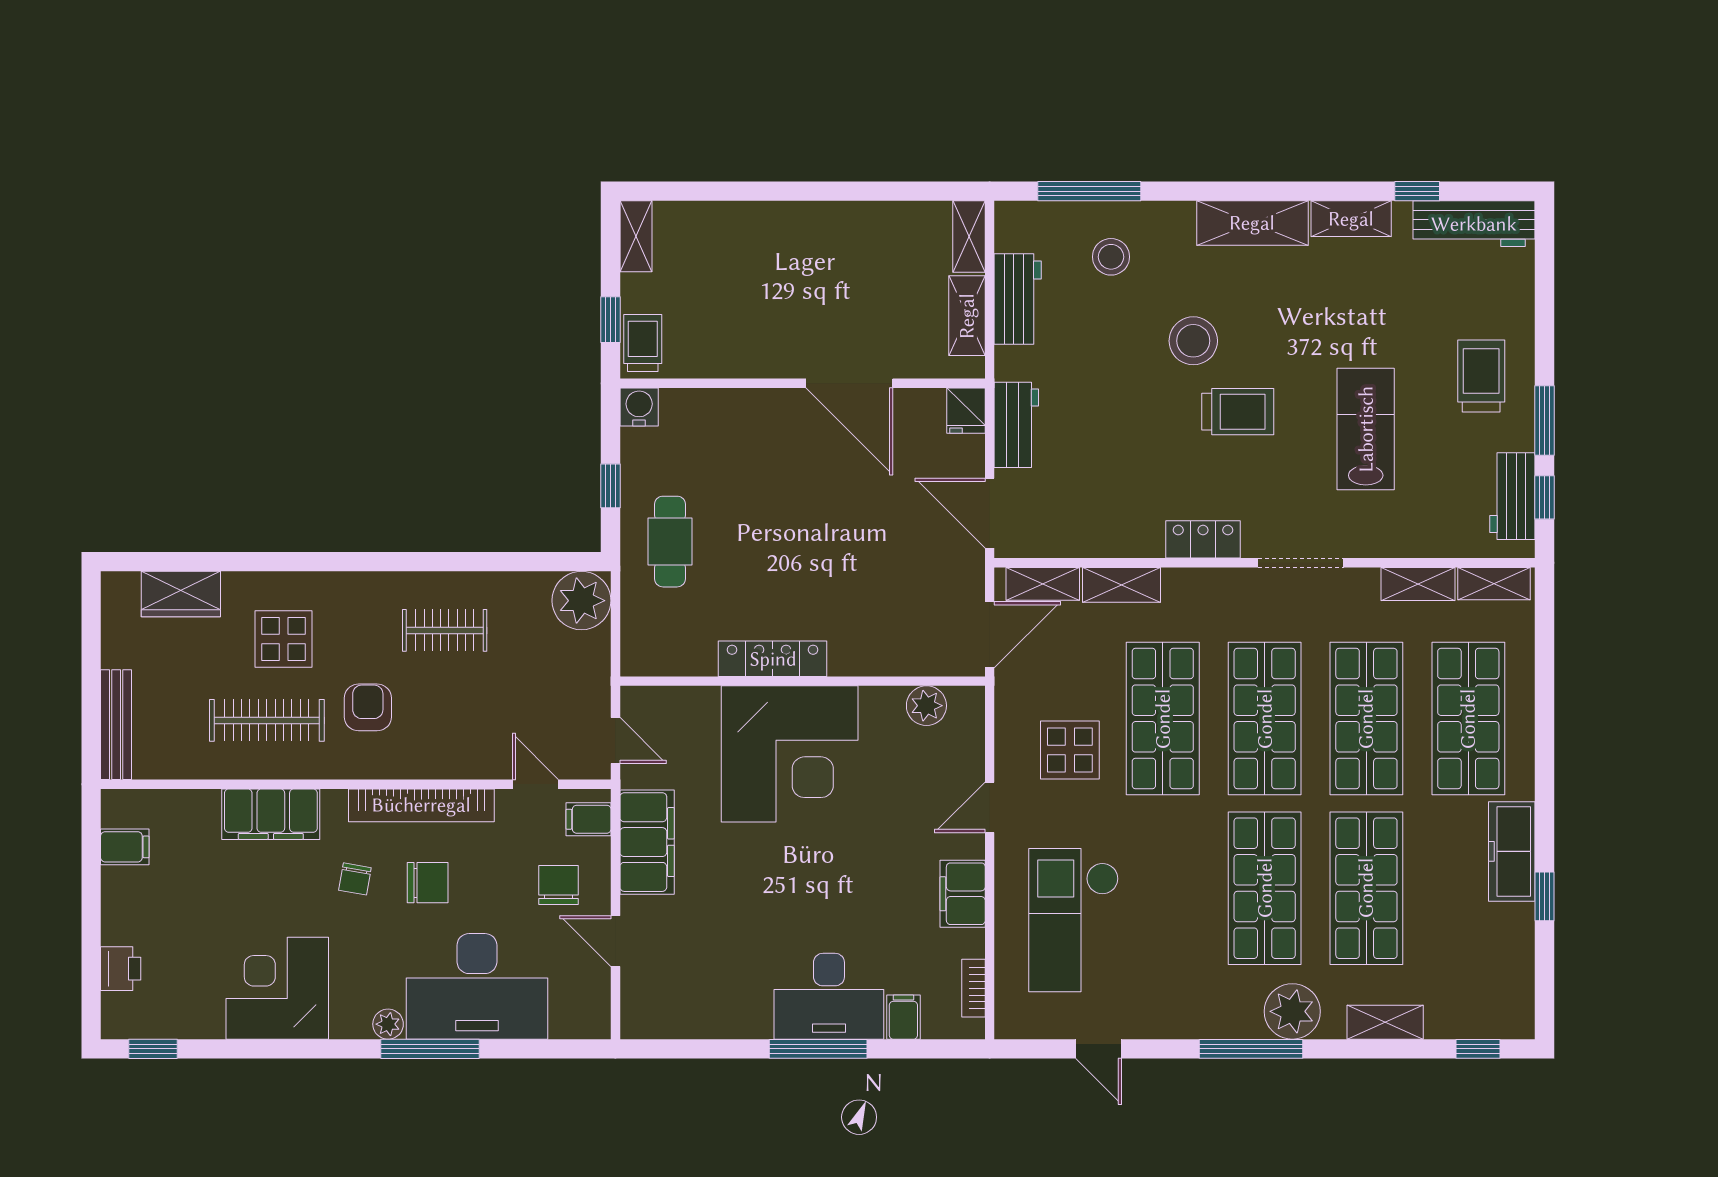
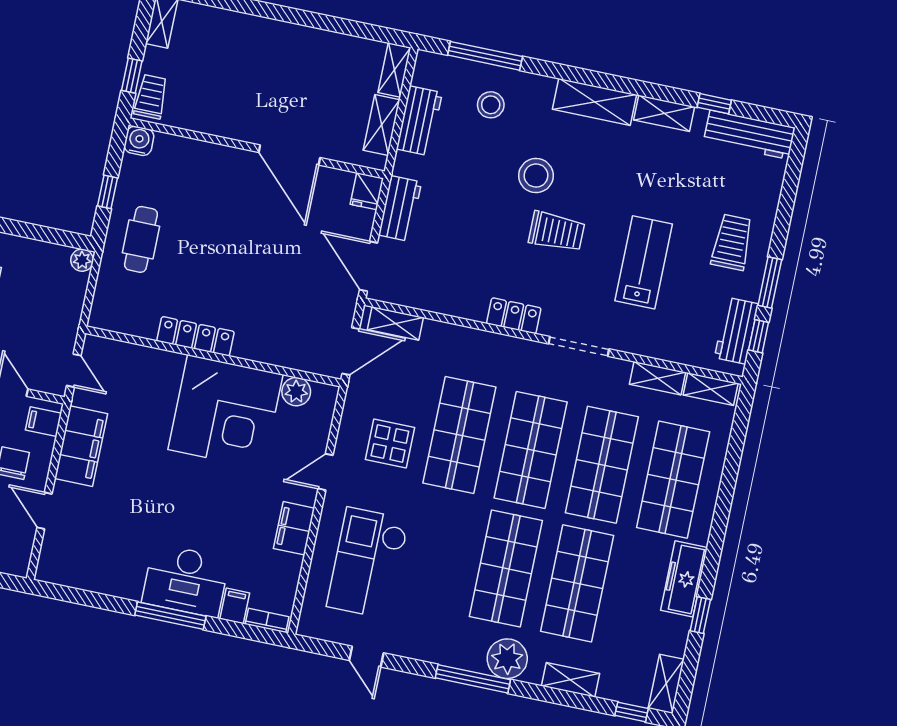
shelving: (1121, 585) -> (666, 684), moved, turned 90
plant: (581, 601) -> (82, 260), width x0.53, depth x0.53
corner desk: (790, 754) -> (225, 412), moved
bookcase: (974, 988) -> (267, 620), moved, turned 90

